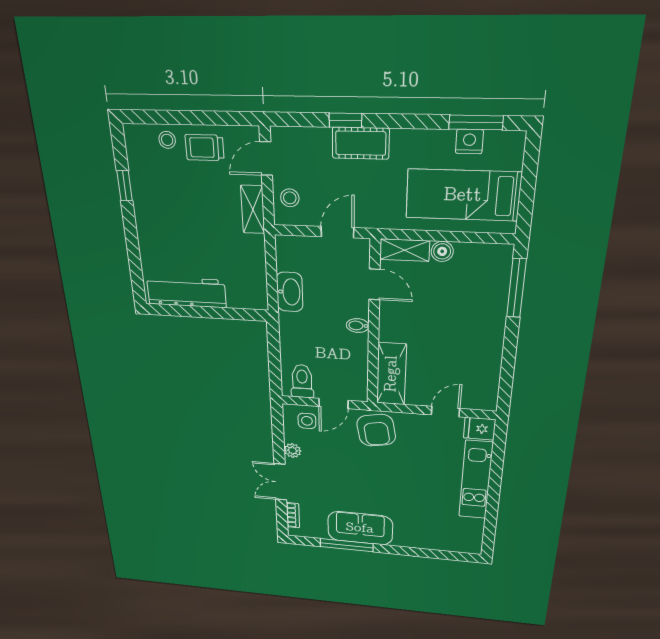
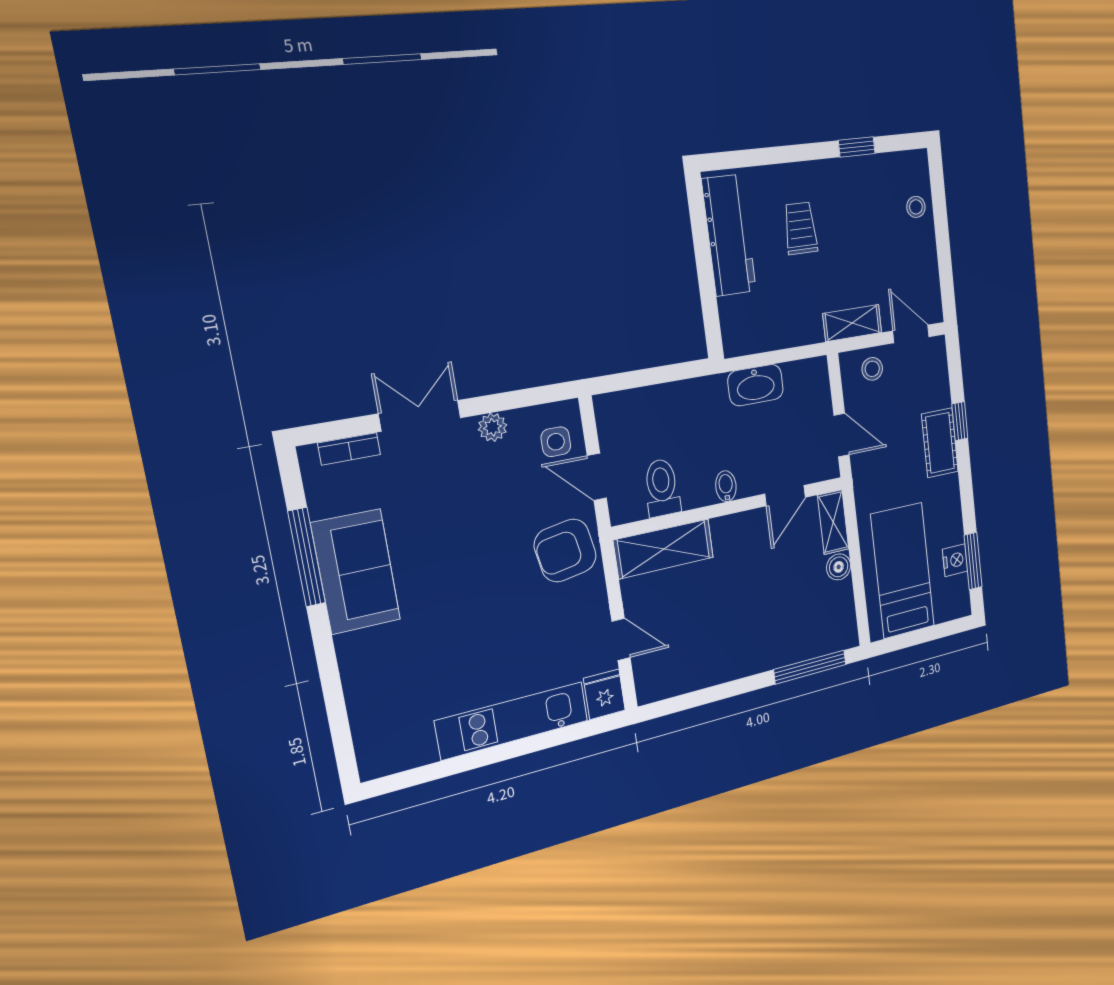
trolley: (205, 148) -> (800, 228), moved
toilet: (302, 381) -> (662, 488), moved, turned -90

